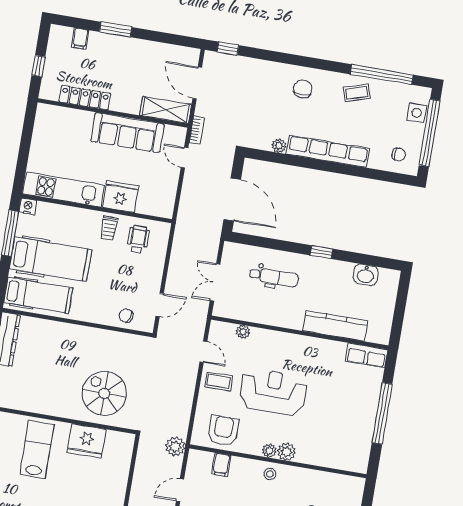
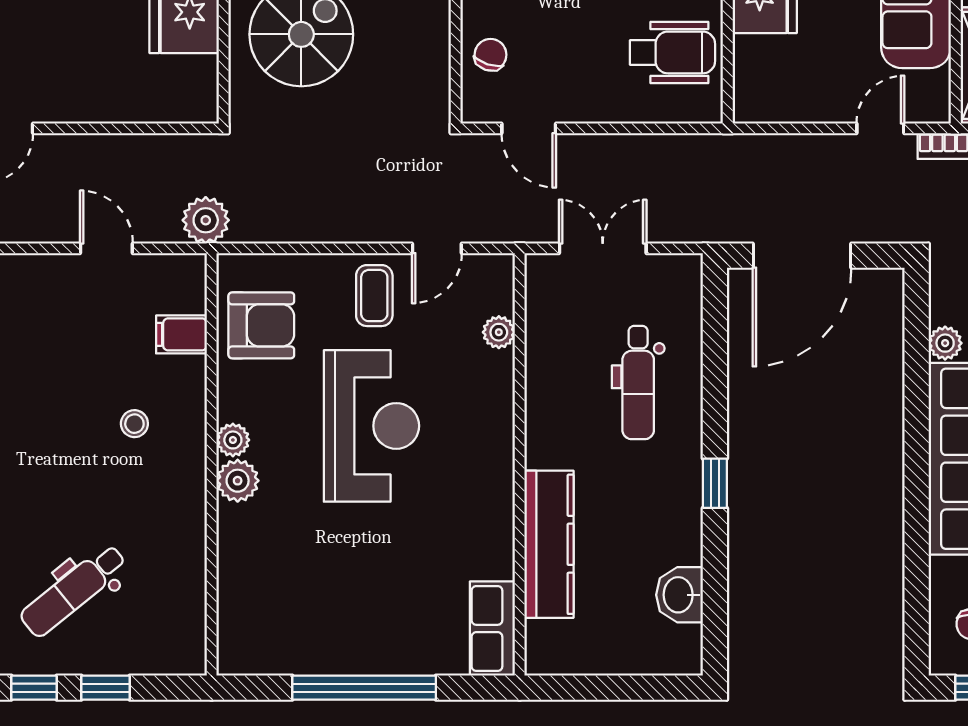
wheelchair: (138, 239) -> (673, 52), width x1.36, depth x1.37
stool: (270, 474) -> (134, 424), moved

